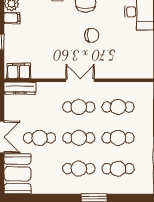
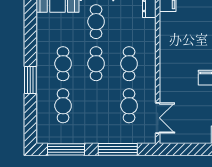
double door: (80, 80) -> (158, 118), moved
cafe table: (118, 138) -> (96, 106), removed

